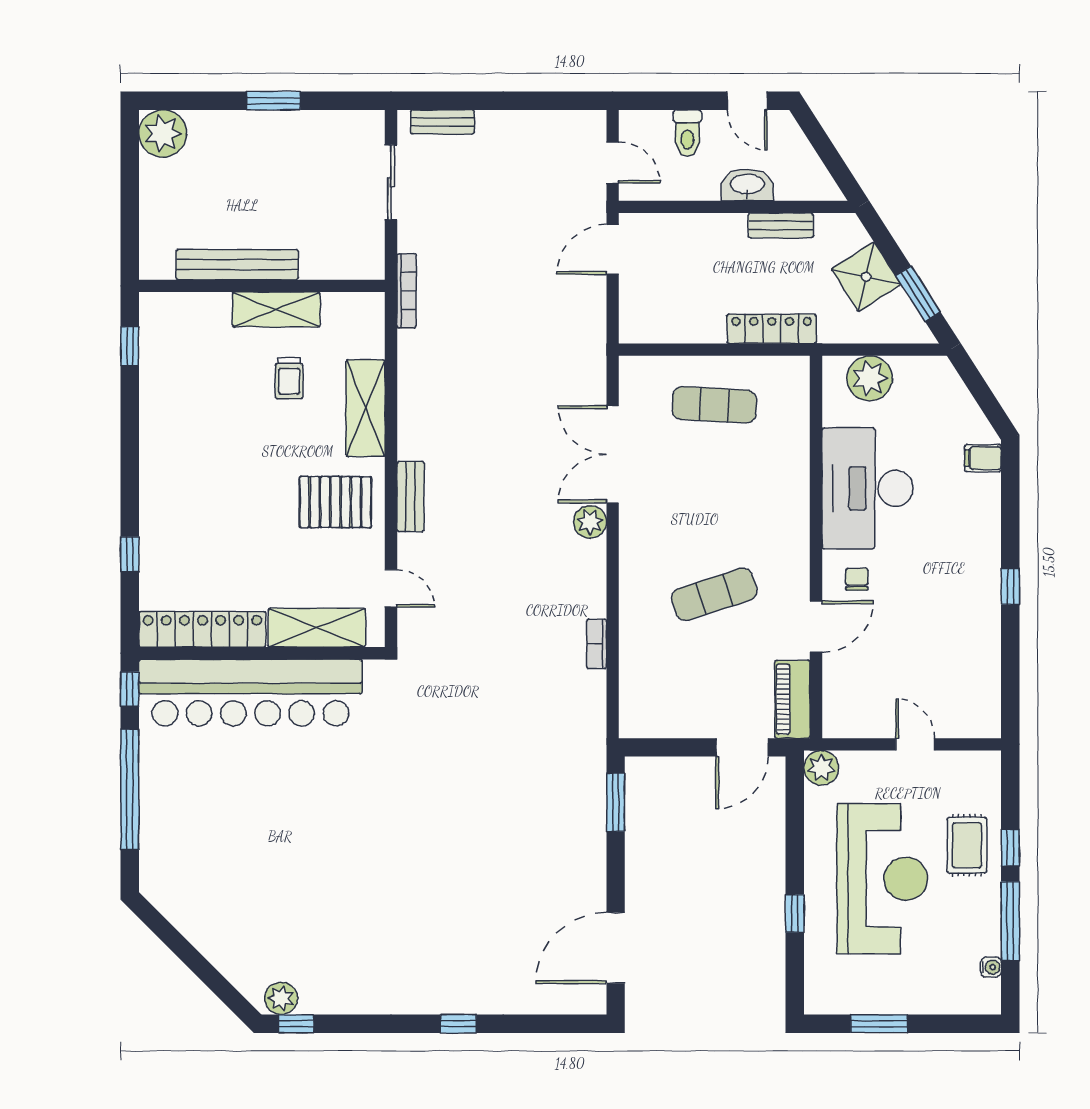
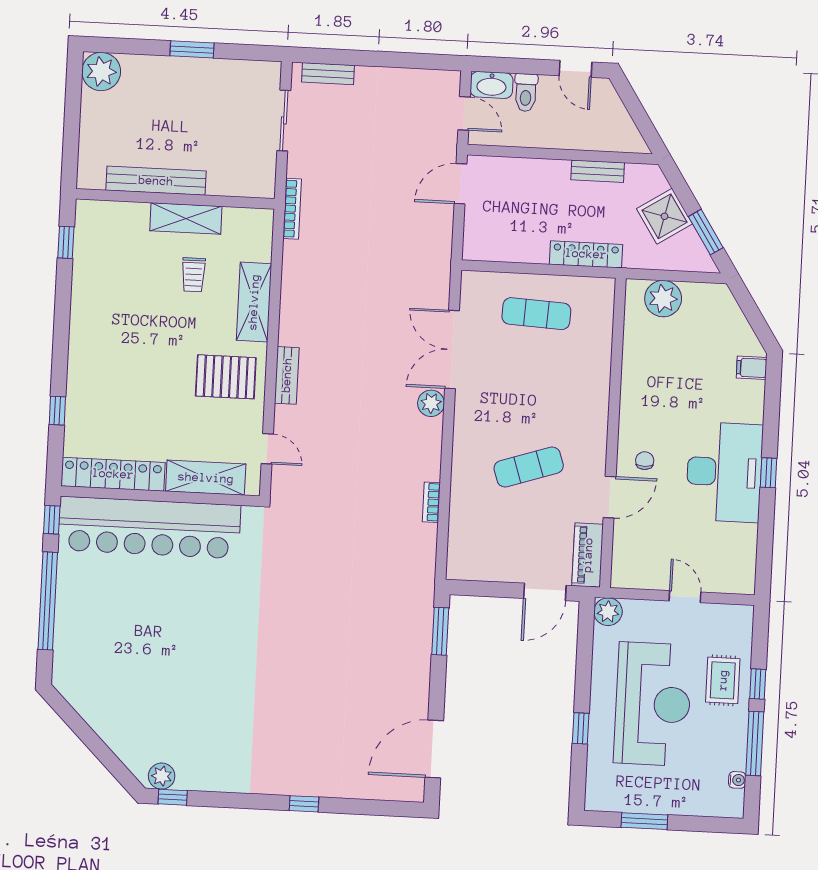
washbasin: (747, 185) -> (492, 85), moved, turned 180
desk: (867, 488) -> (724, 472), moved, turned 180

